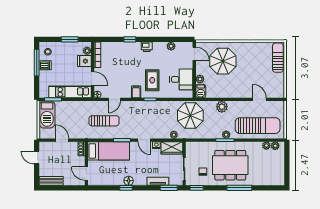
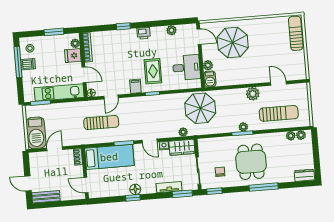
plant: (222, 107) -> (253, 94), moved
barbecue: (47, 115) -> (36, 133), moved
sun lounger: (258, 126) -> (279, 113), width x0.73, depth x0.75
door: (62, 140) -> (55, 149), hinge flipped
door: (37, 158) -> (28, 183), moved
dining table: (230, 165) -> (251, 162), width x0.73
dresser: (275, 181) -> (304, 175), added

